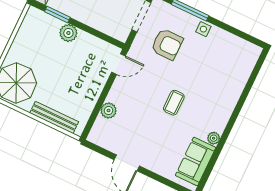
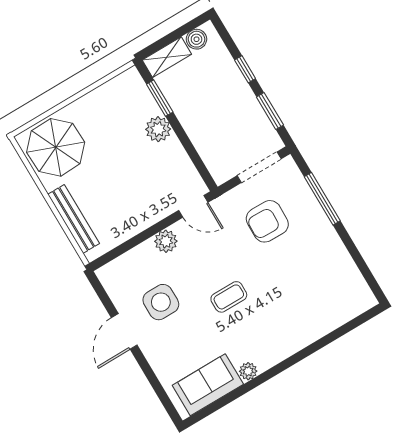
side table: (203, 29) -> (161, 302), moved, width x1.87, depth x1.87
armchair: (167, 44) -> (267, 221), turned 91
plant: (109, 111) -> (166, 241), moved

